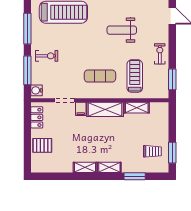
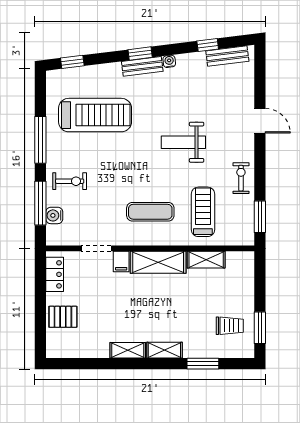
water cooler: (37, 90) -> (54, 215), moved

